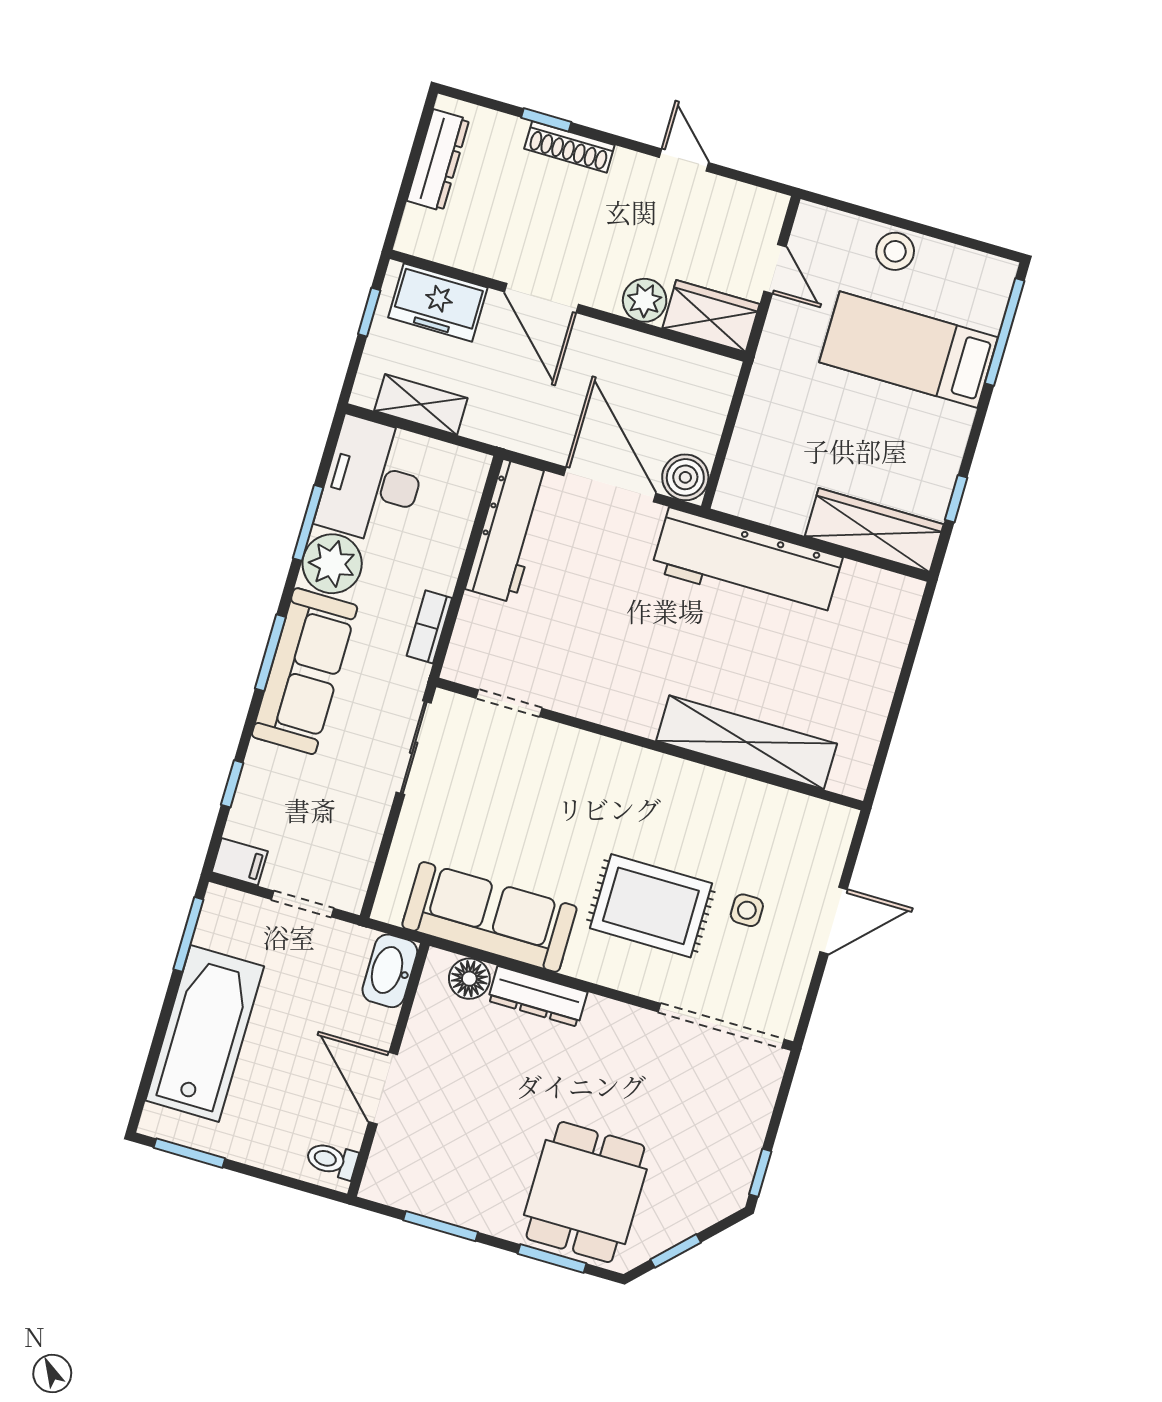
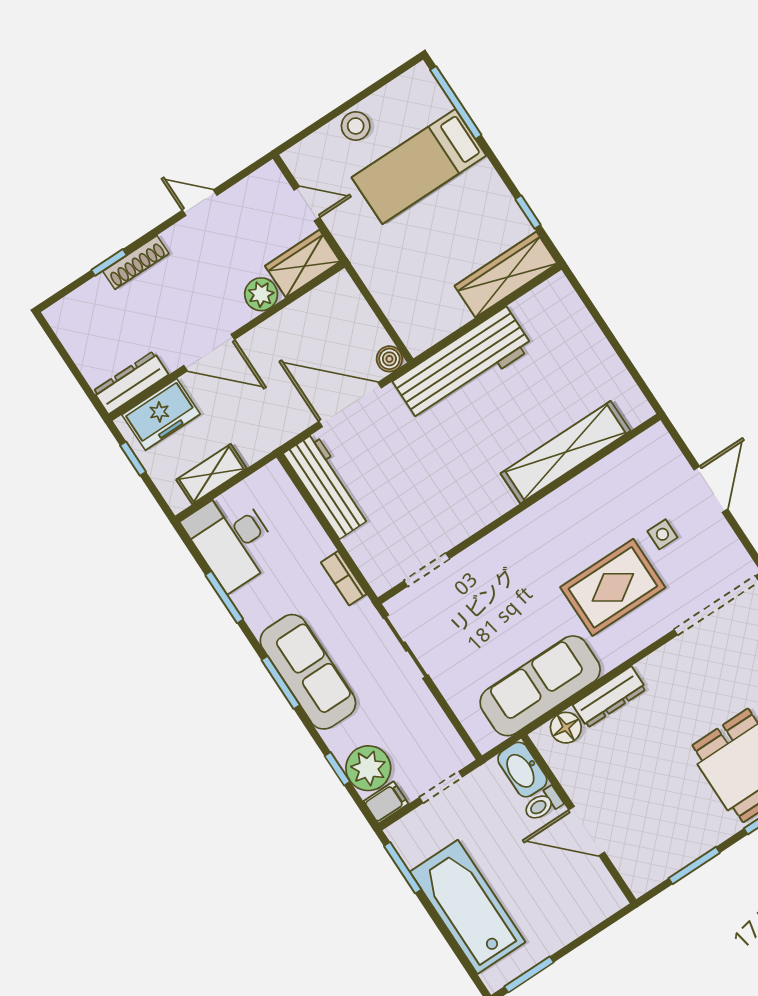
dresser: (438, 160) -> (131, 383), moved, turned -90
boiler: (685, 477) -> (389, 359), width x0.73, depth x0.73
plant: (332, 564) -> (368, 768), moved
toilet: (332, 1160) -> (543, 804), moved

